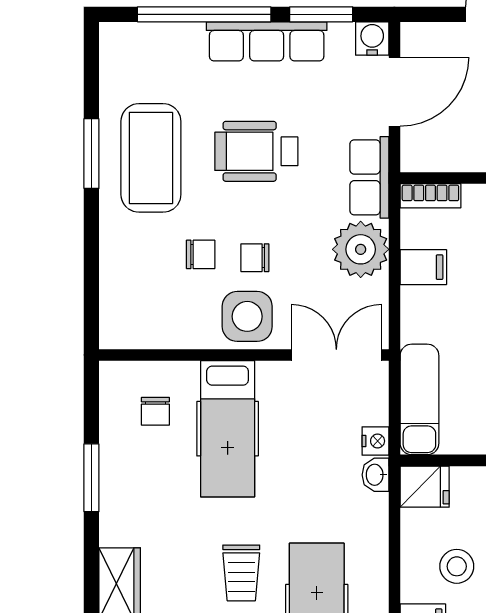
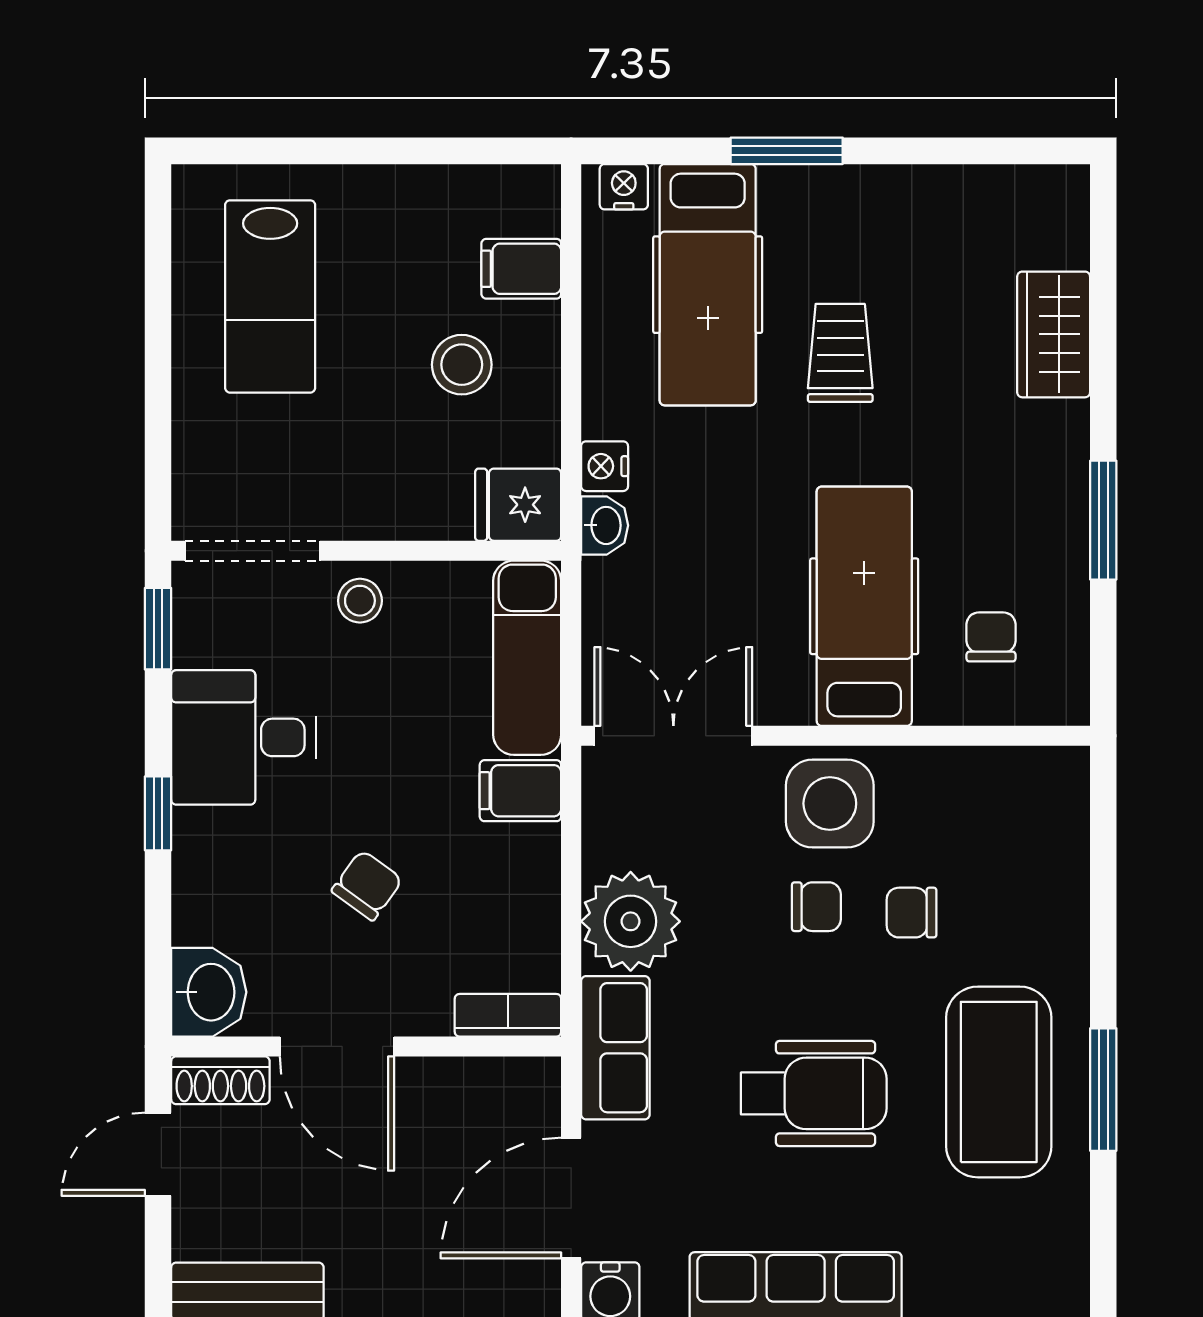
filing cabinet: (423, 267) -> (520, 791), moved
double door: (336, 355) -> (673, 736), swing flipped
nightstand: (375, 441) -> (605, 466), moved

